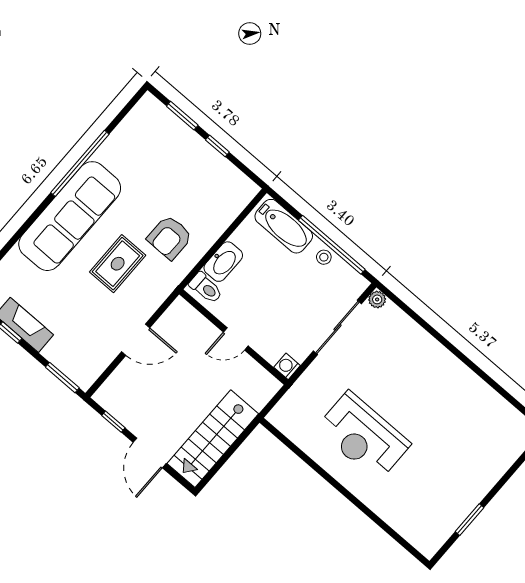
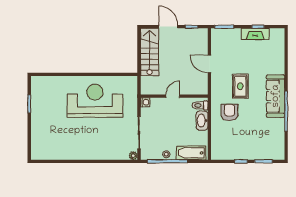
sofa: (70, 216) -> (276, 96), width x0.74, depth x0.79
door: (136, 340) -> (209, 64), hinge flipped
reception desk: (363, 436) -> (95, 101), width x1.36, depth x1.30

